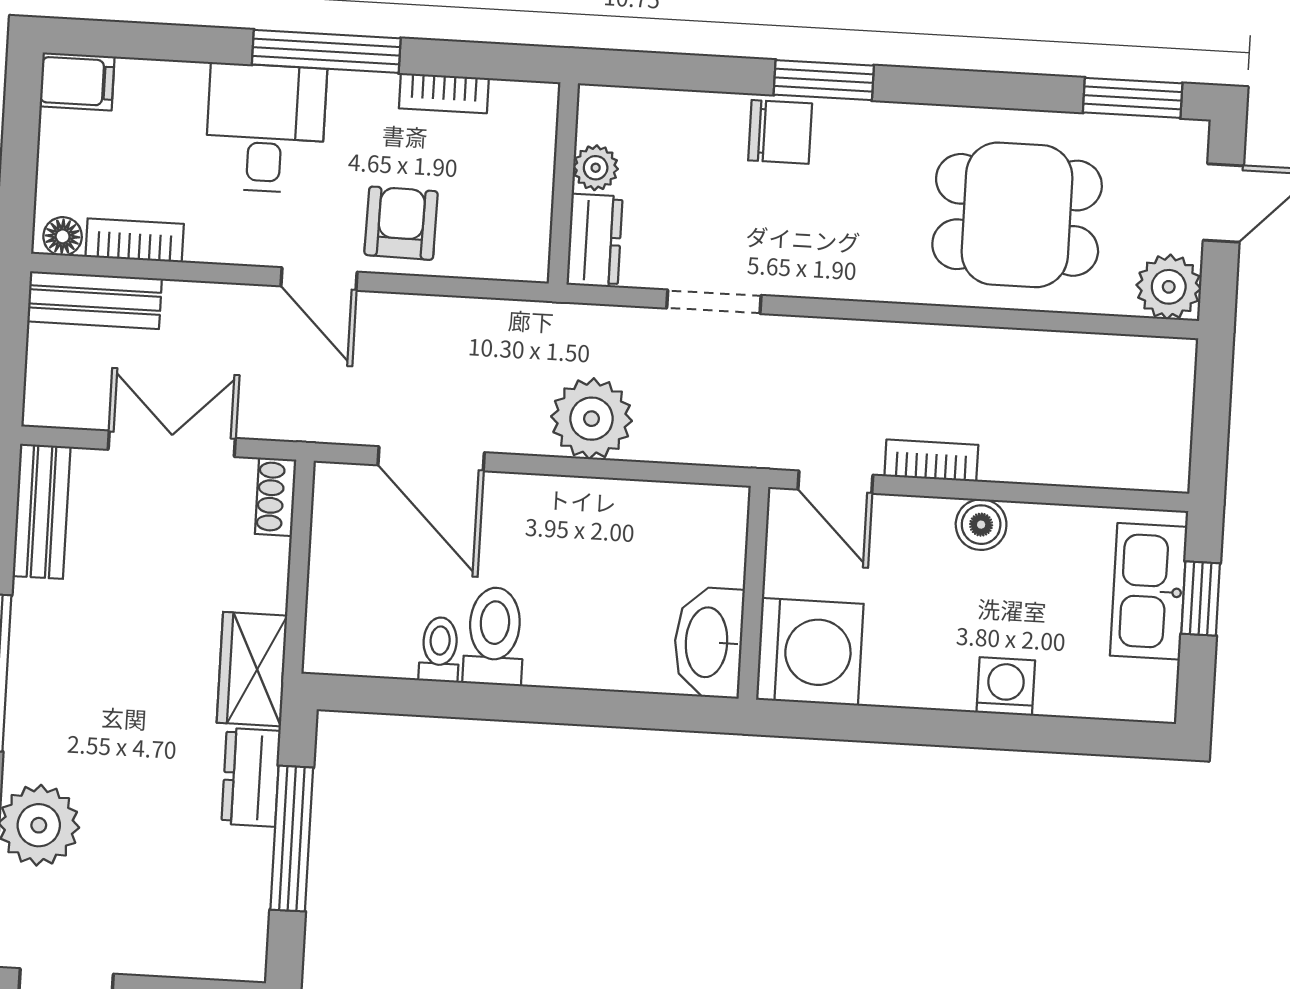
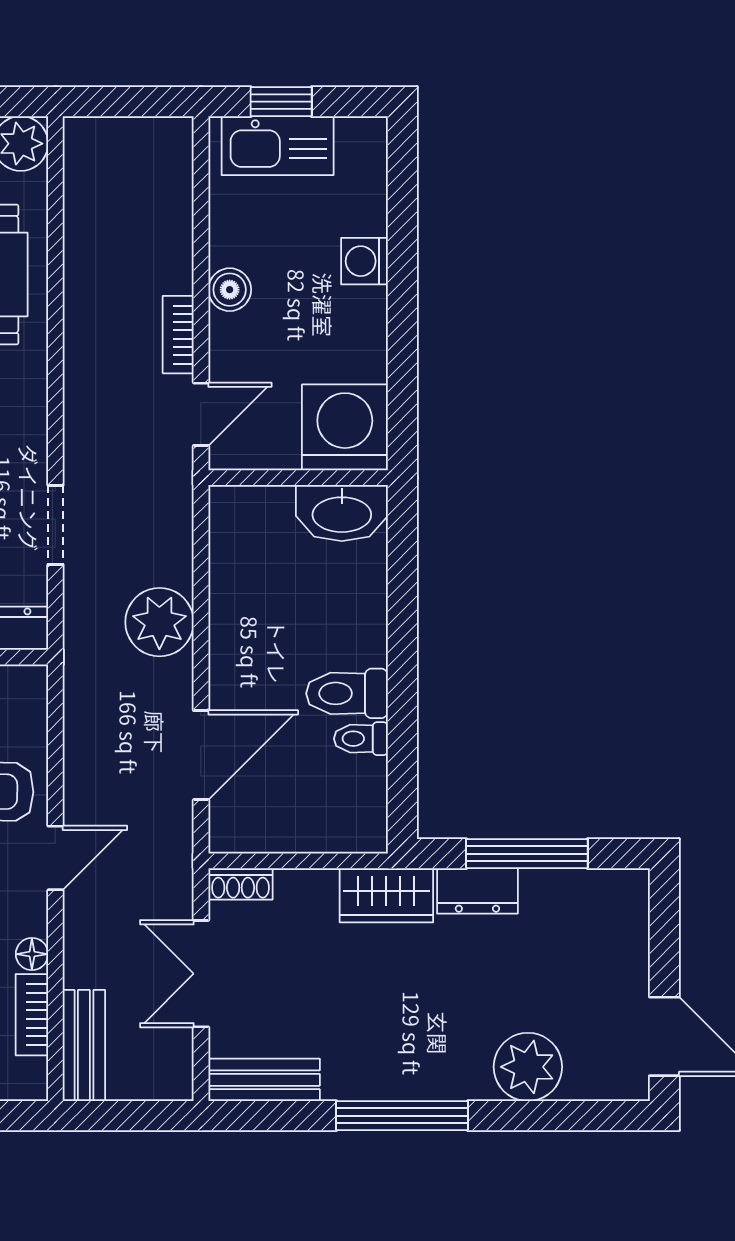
floor lamp: (63, 236) -> (32, 954), moved

